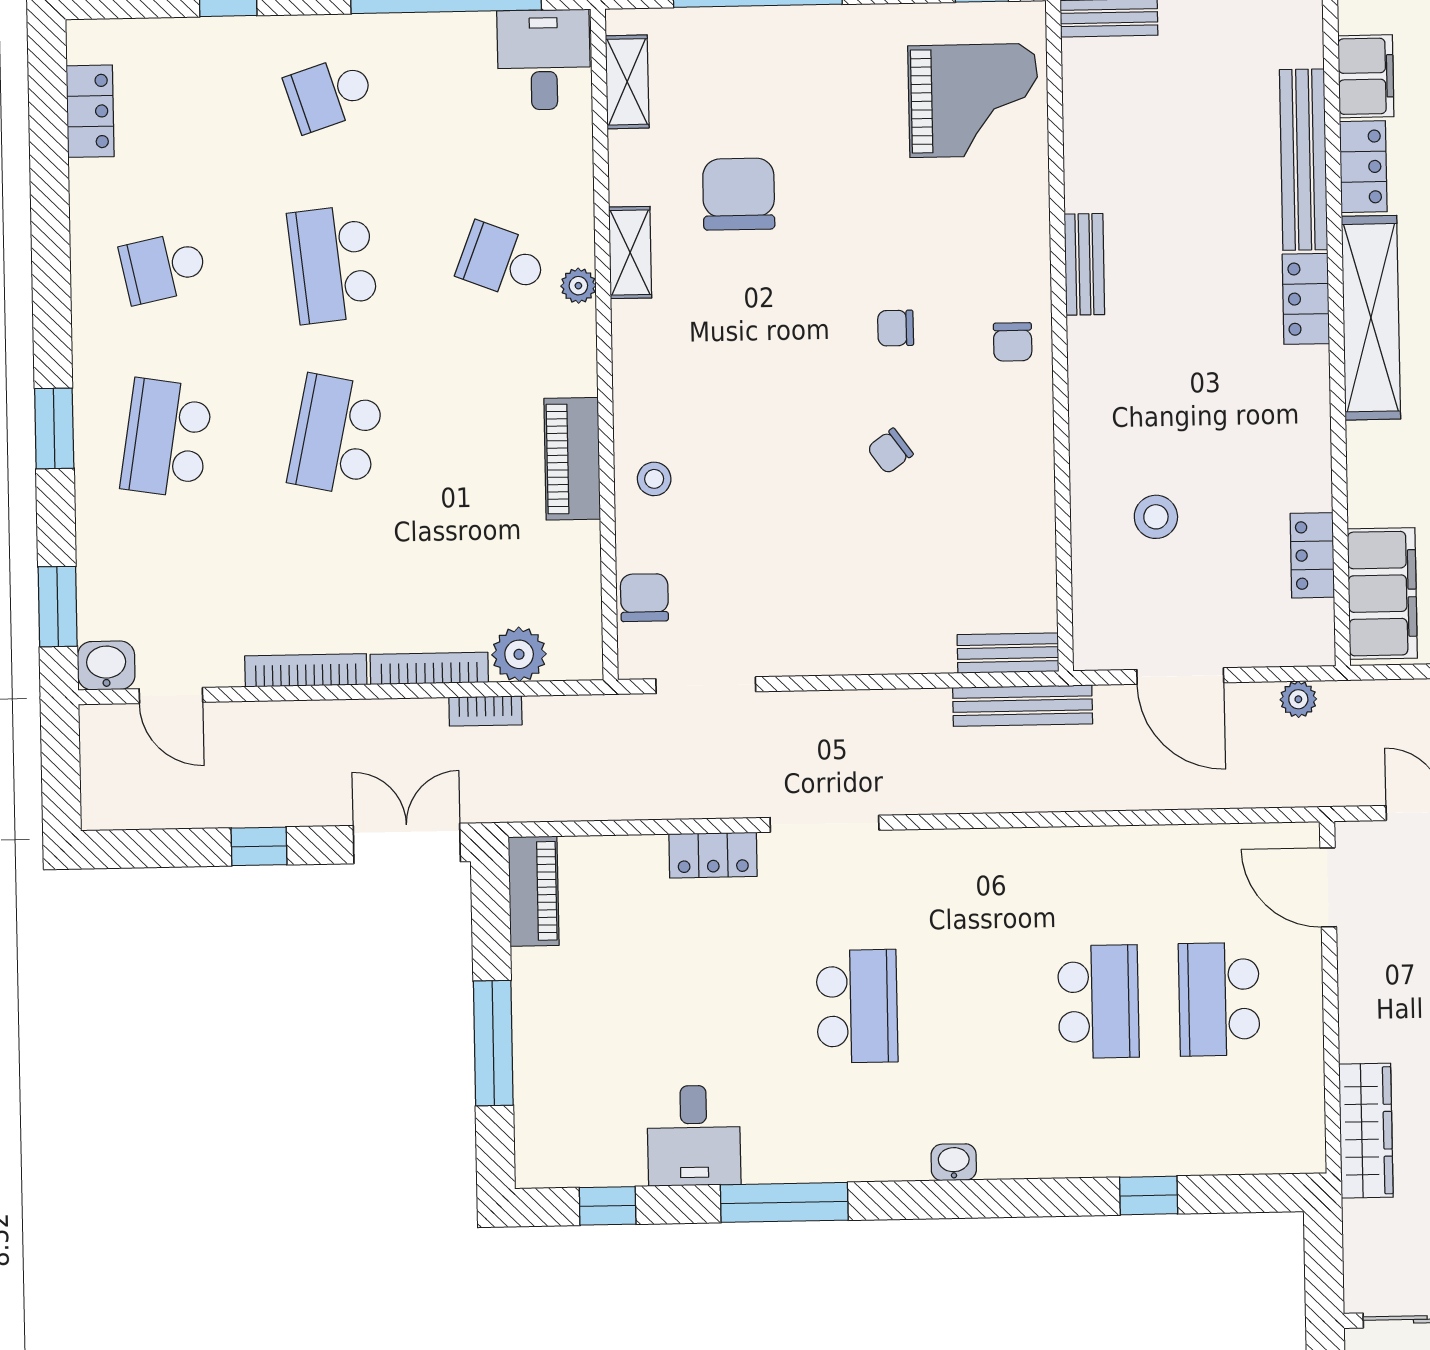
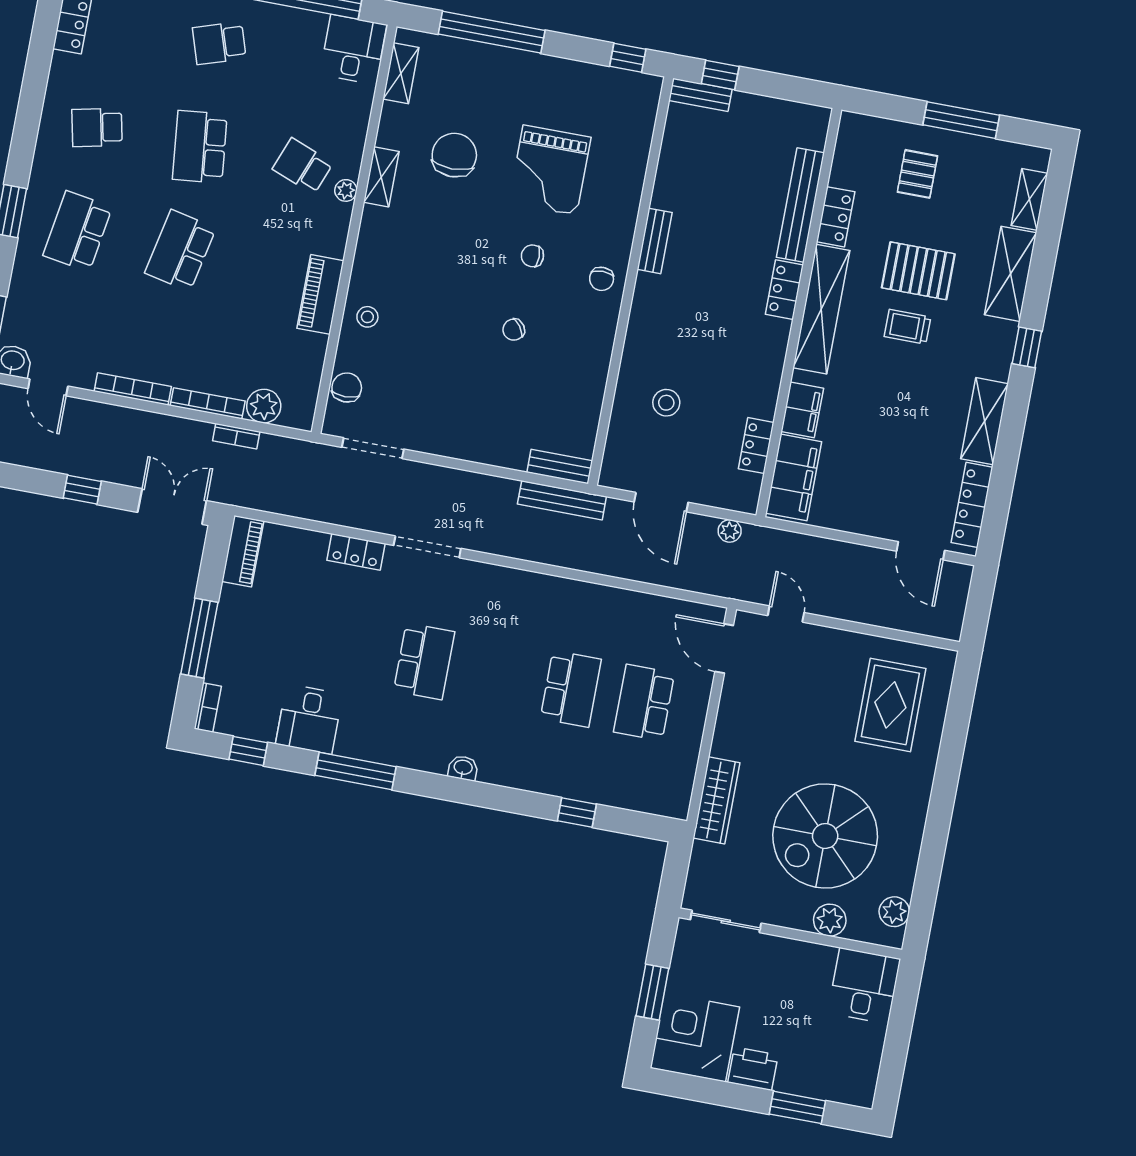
filing cabinet: (1366, 76) -> (802, 410), moved
grand piano: (973, 100) -> (550, 170), moved, turned 90
bookcase: (529, 1150) -> (208, 708), added

